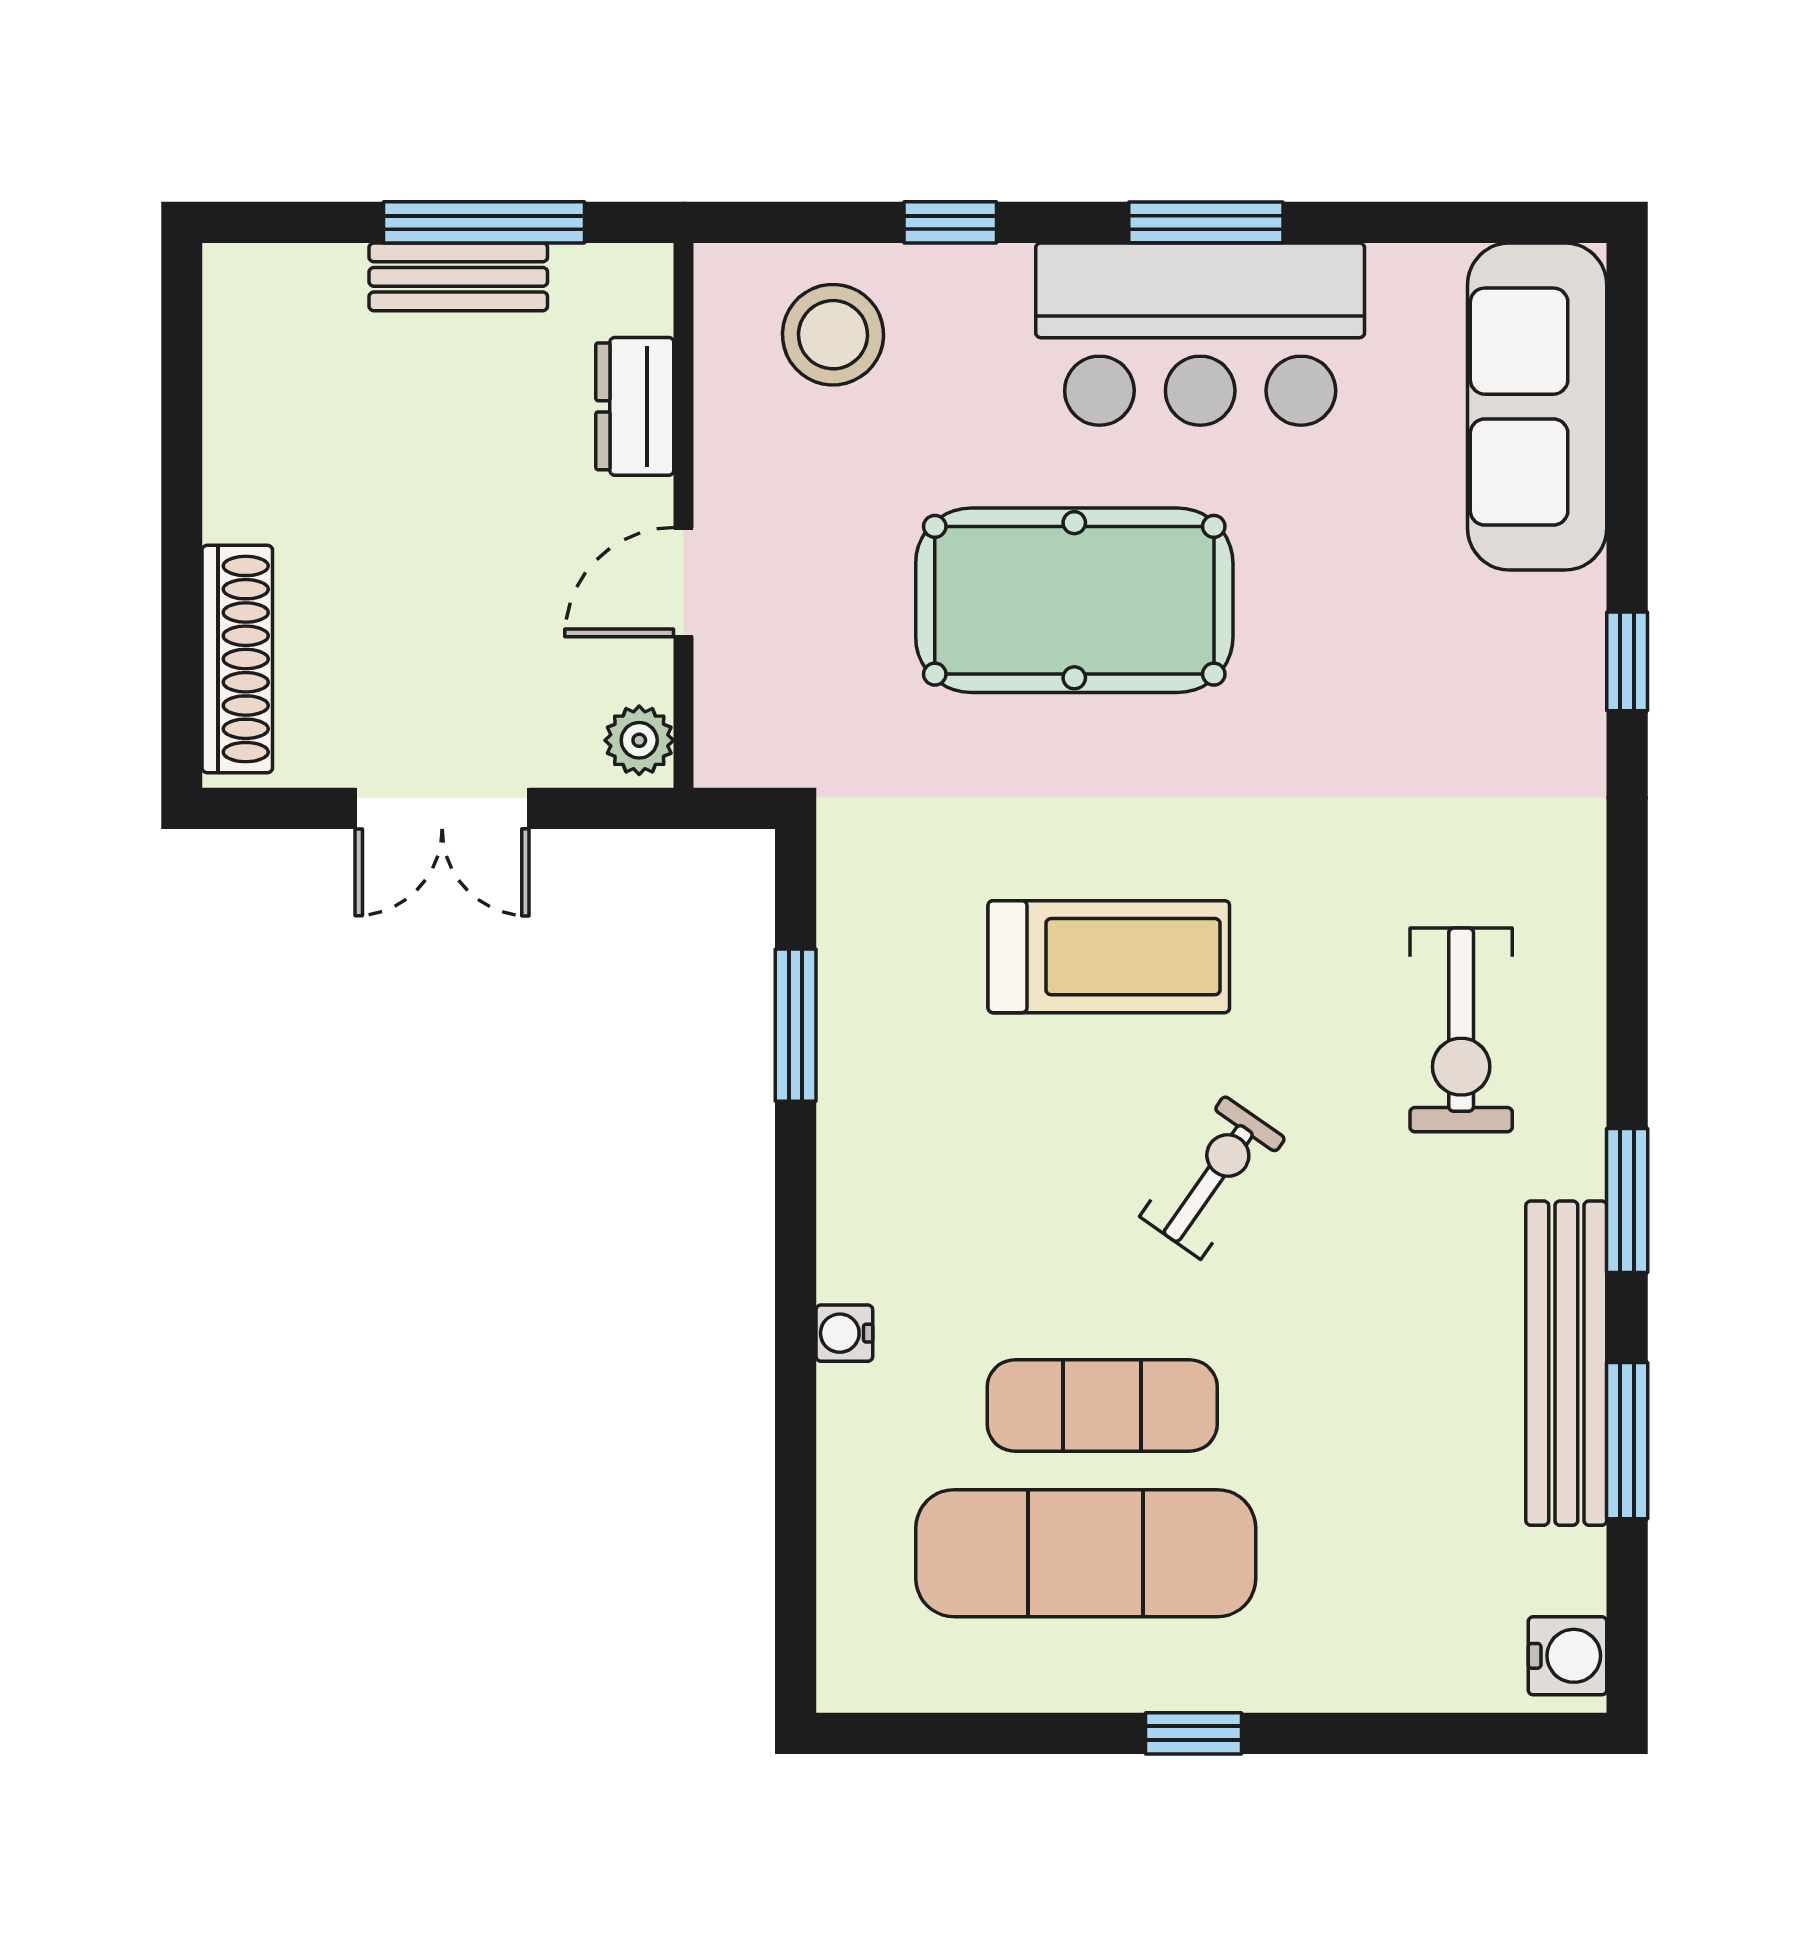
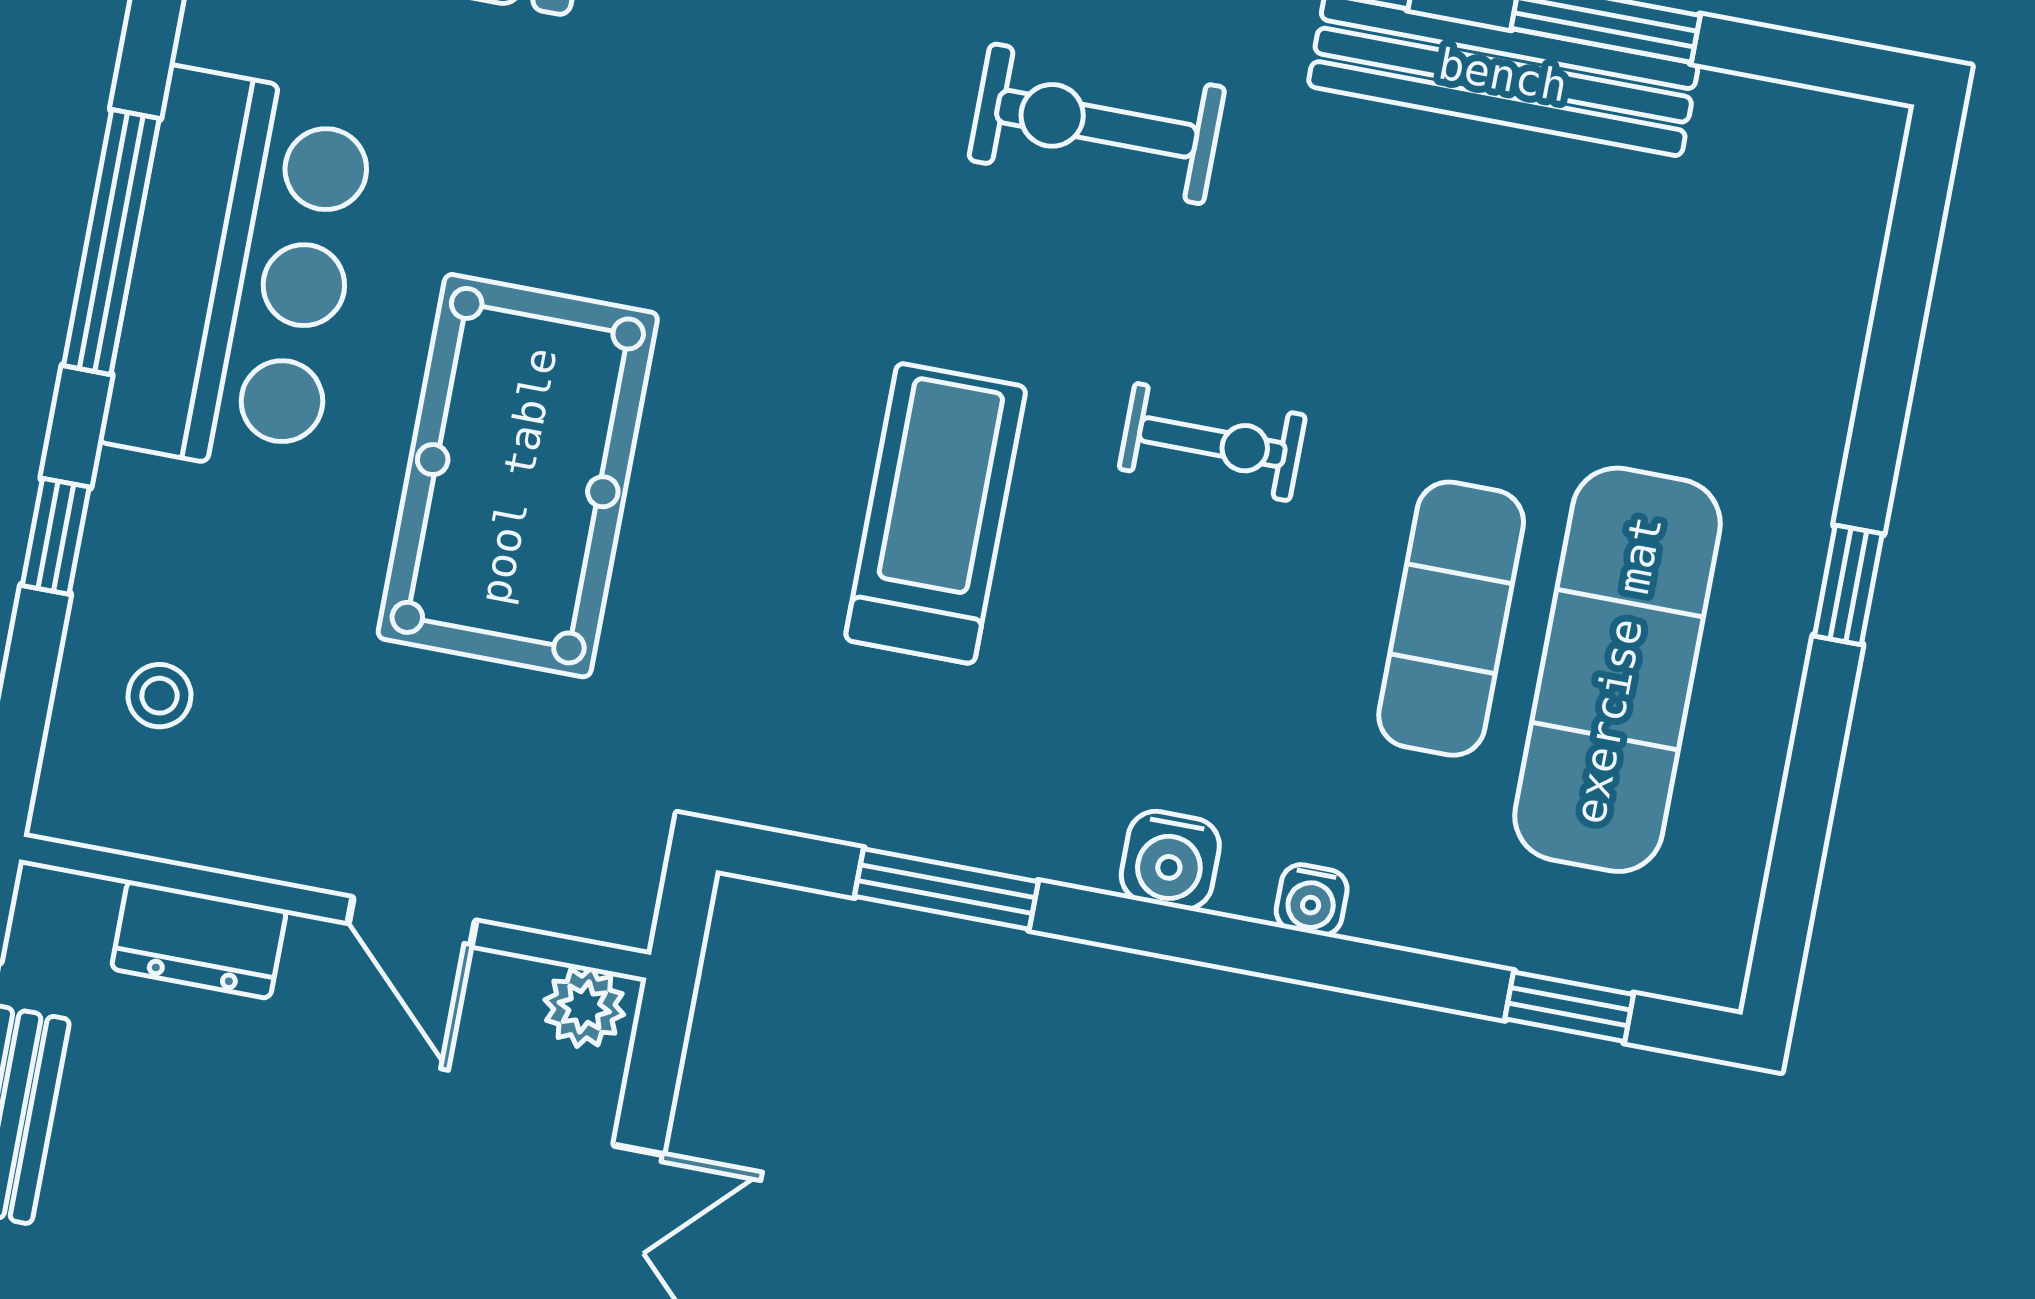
window: (1206, 222) -> (111, 242), width x1.44
stool: (833, 335) -> (160, 696), width x0.53, depth x0.53
exercise bike: (1461, 1030) -> (1097, 124), turned 180
exercise bike: (1213, 1177) -> (1212, 442), turned 145
window: (796, 1566) -> (1569, 1007), added
water cooler: (1568, 1656) -> (1170, 860), moved, turned 180

